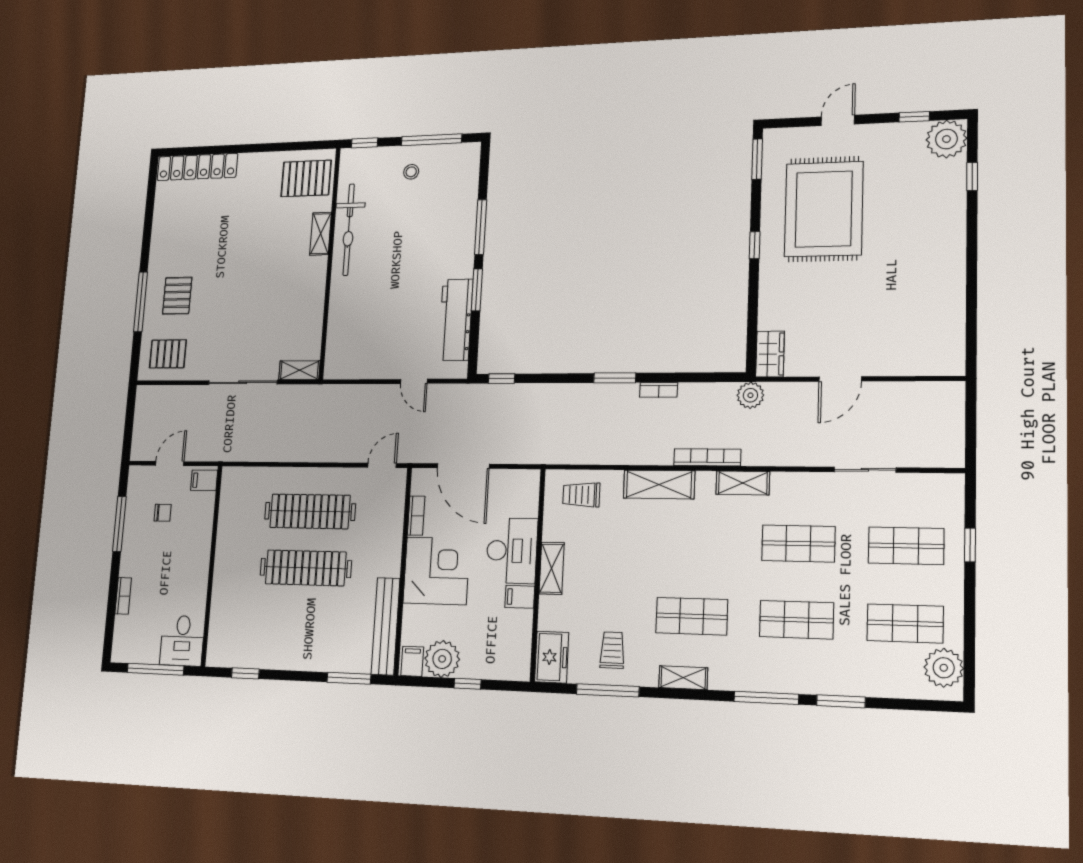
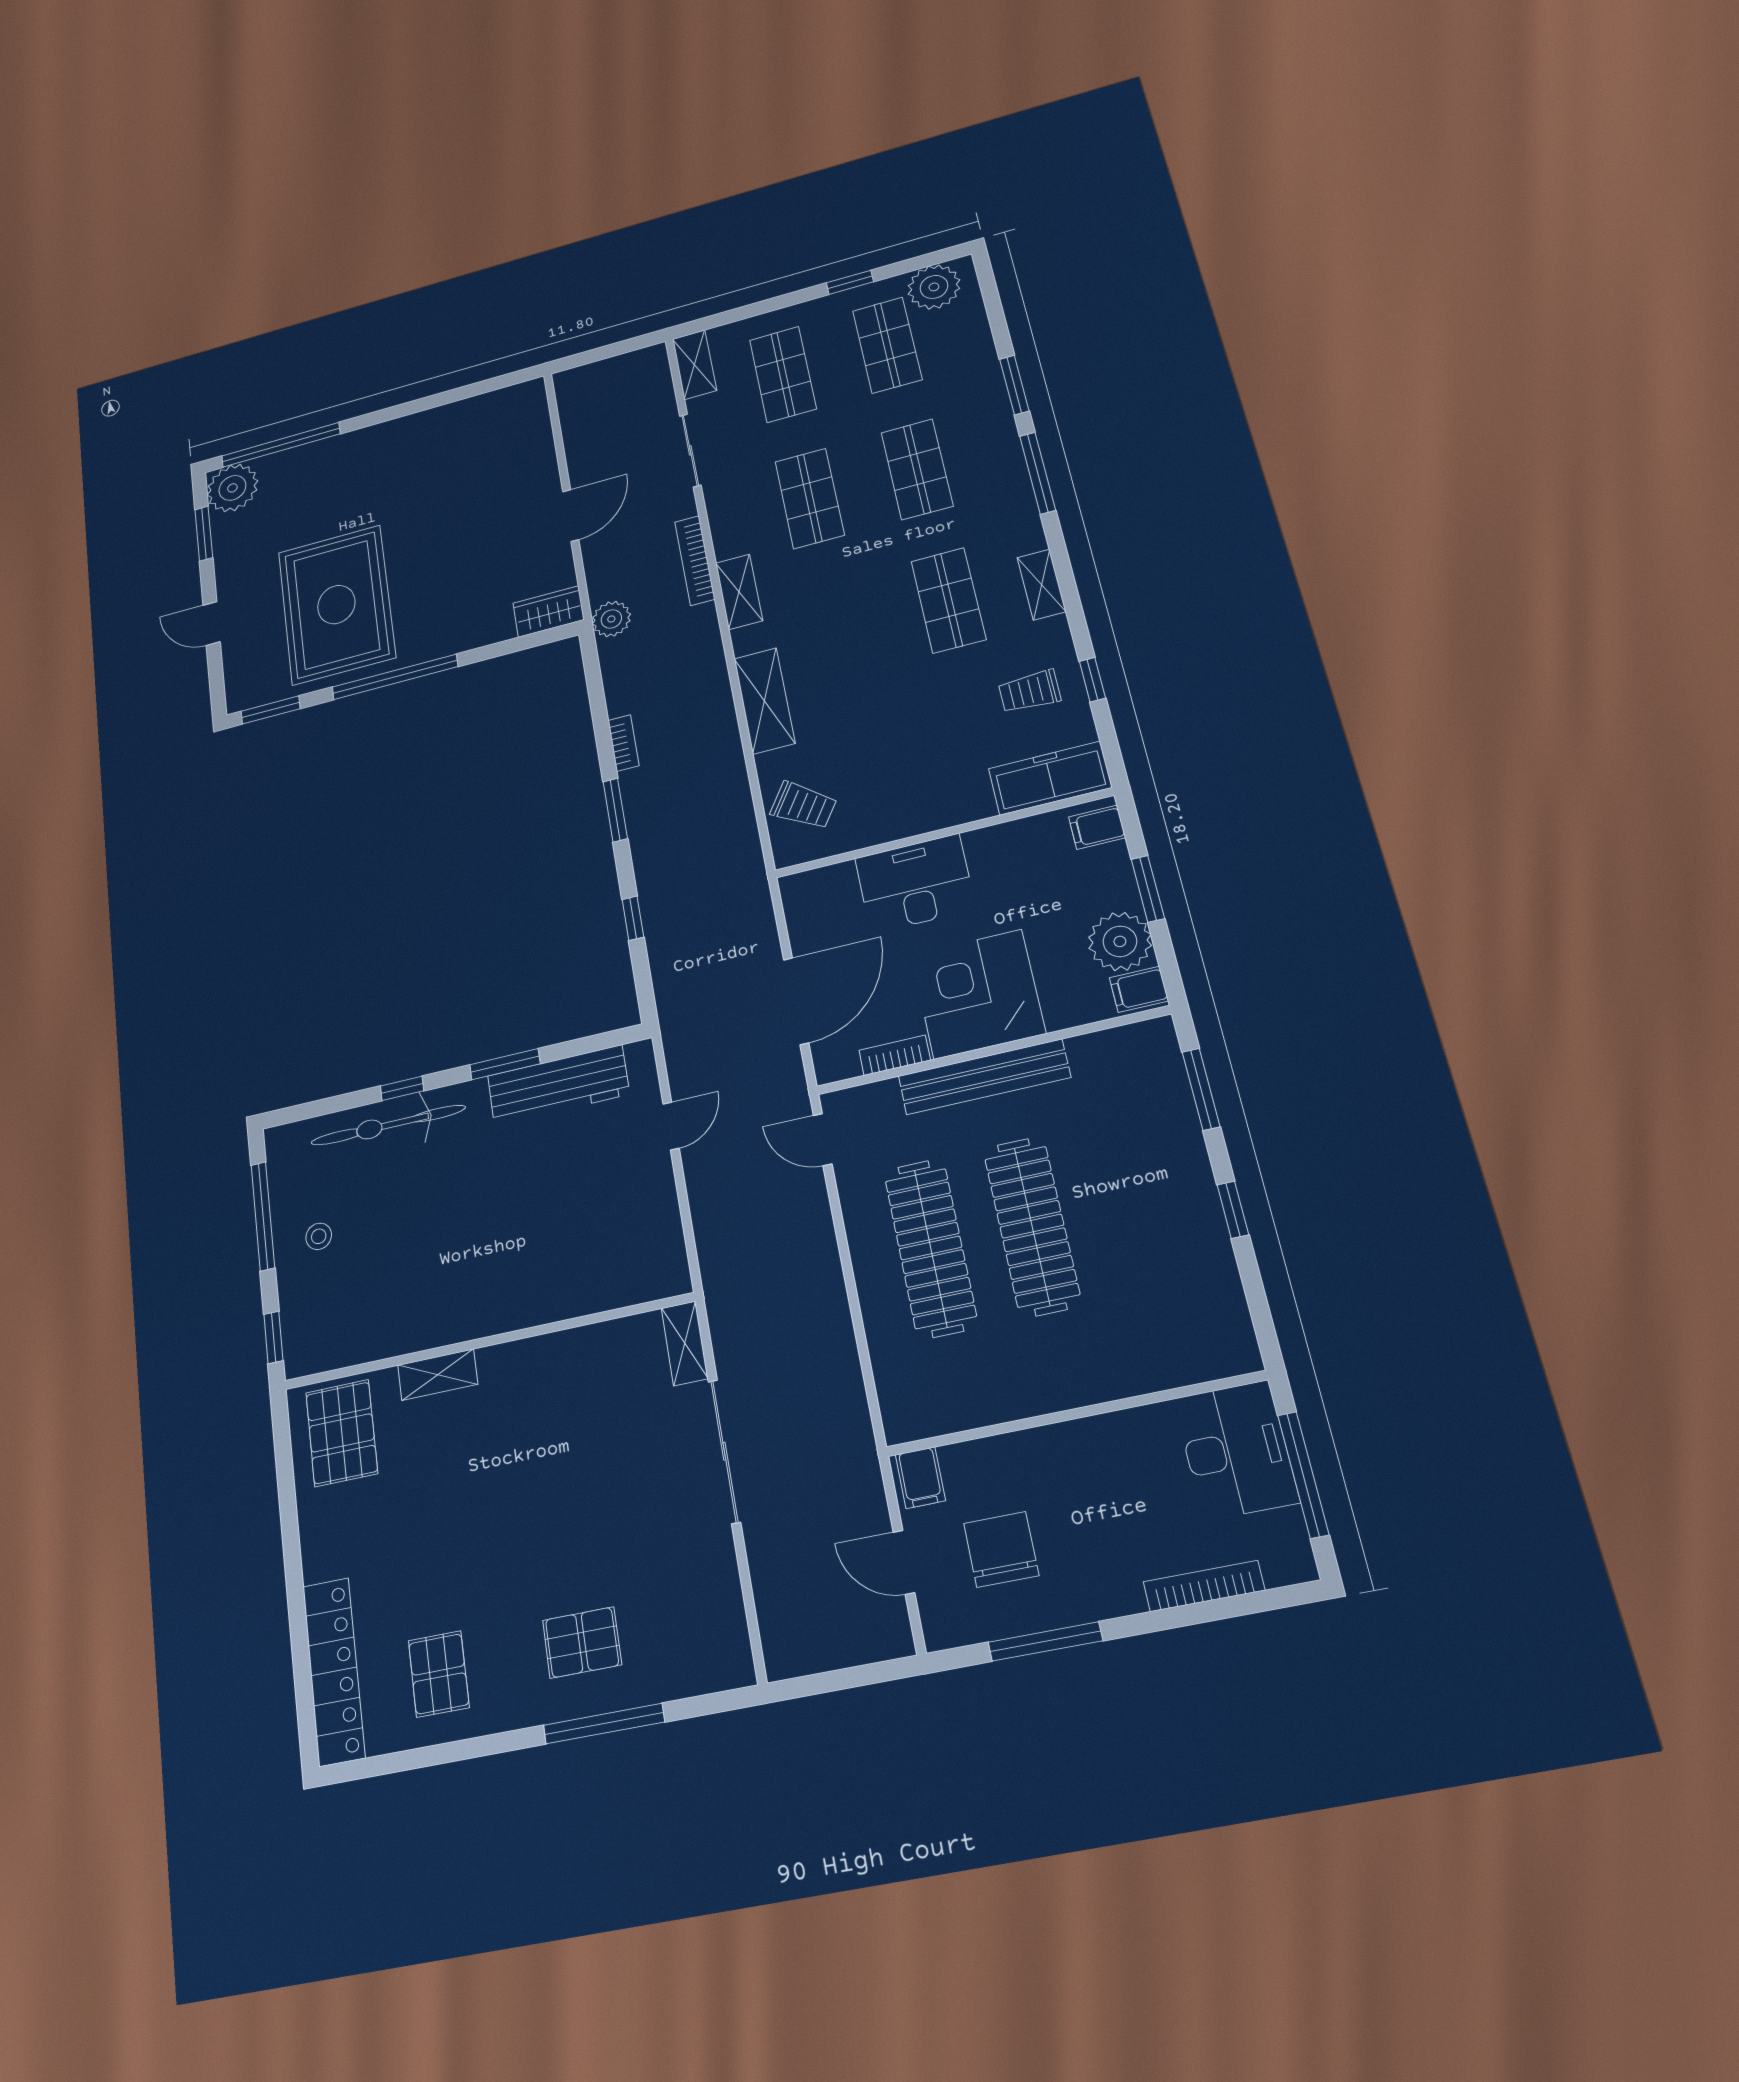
window: (914, 117) -> (204, 534), width x1.50
window: (972, 176) -> (281, 445), width x3.17
rug: (824, 209) -> (336, 605), turned 90
window: (481, 227) -> (402, 1088), width x0.46
bicycle: (349, 230) -> (388, 1125), moved, turned 180
window: (755, 245) -> (395, 677), width x3.17
pallet: (168, 354) -> (439, 1674), moved
window: (502, 379) -> (633, 918), moved
door: (840, 379) -> (571, 516), hinge flipped
bookcase: (707, 457) -> (695, 560), moved
trolley: (581, 495) -> (803, 805), turned -57
chair: (163, 513) -> (1001, 1549), width x1.87, depth x1.87
window: (970, 545) -> (850, 282), moved
shelving: (552, 568) -> (694, 365), moved, turned 90
bookcase: (123, 596) -> (1204, 1586), width x1.56
filing cabinet: (520, 597) -> (1097, 827), moved, turned 90
bench: (386, 626) -> (984, 1077), moved
desk: (182, 641) -> (1236, 1450), width x1.37
freezer: (552, 657) -> (1050, 778), width x1.40
window: (245, 673) -> (1233, 1210), moved
window: (468, 684) -> (1148, 889), width x1.50
window: (608, 690) -> (1092, 680), width x0.46

